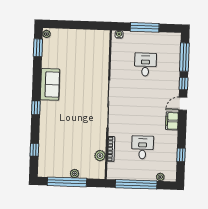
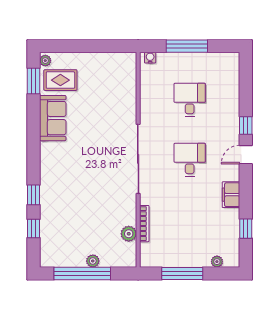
rug: (57, 48) -> (60, 80), added
window: (184, 57) -> (246, 87), removed
sofa: (50, 84) -> (53, 118), moved
window: (36, 108) -> (34, 195), moved
filing cabinet: (172, 121) -> (231, 195), moved
desk: (142, 147) -> (190, 160), moved
window: (136, 184) -> (182, 273), width x0.68

